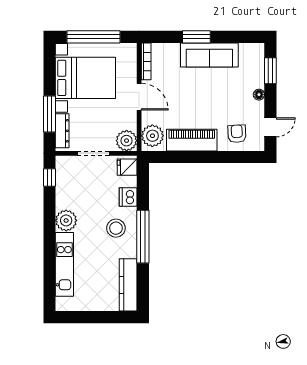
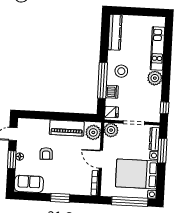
sofa: (209, 55) -> (29, 184), moved, width x0.73
window: (270, 71) -> (12, 160), moved
armchair: (237, 134) -> (46, 154), moved
window: (143, 237) -> (103, 80), moved

